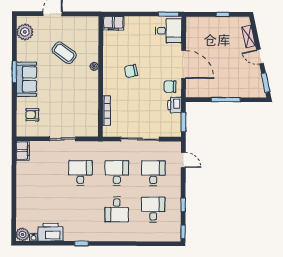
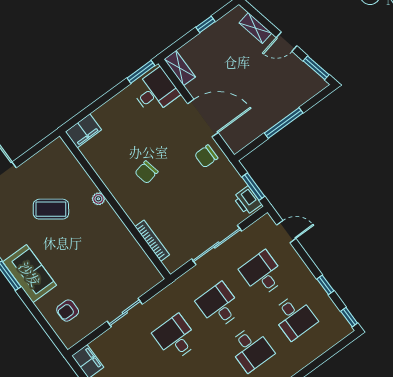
shelving: (191, 28) -> (180, 68), added
printer: (175, 105) -> (247, 201), moved
desk: (153, 210) -> (294, 317), turned 180

